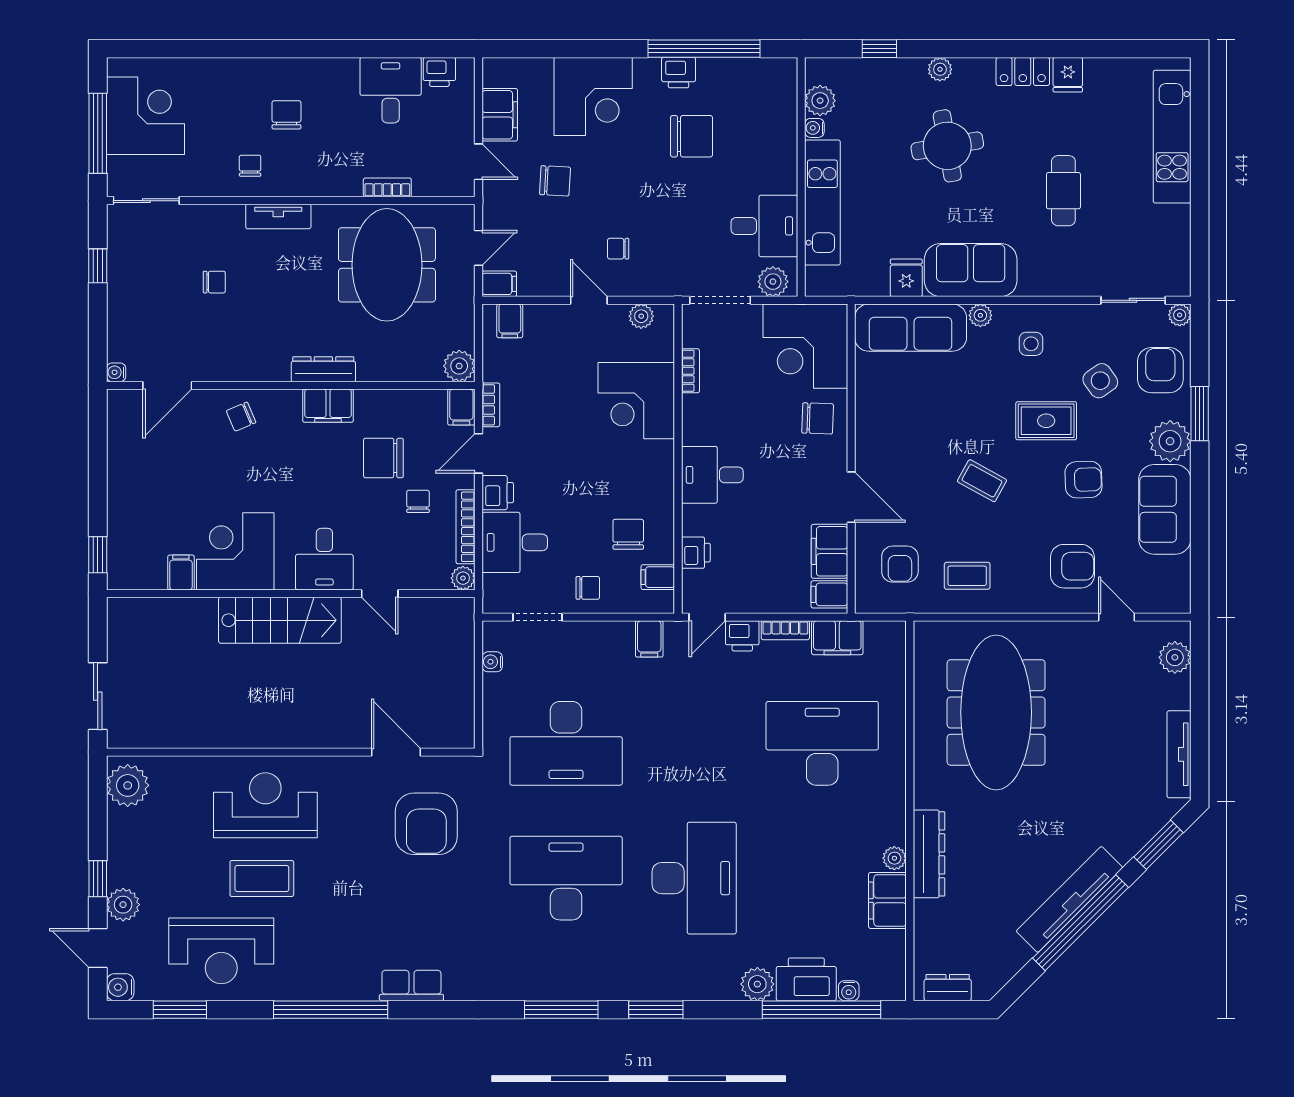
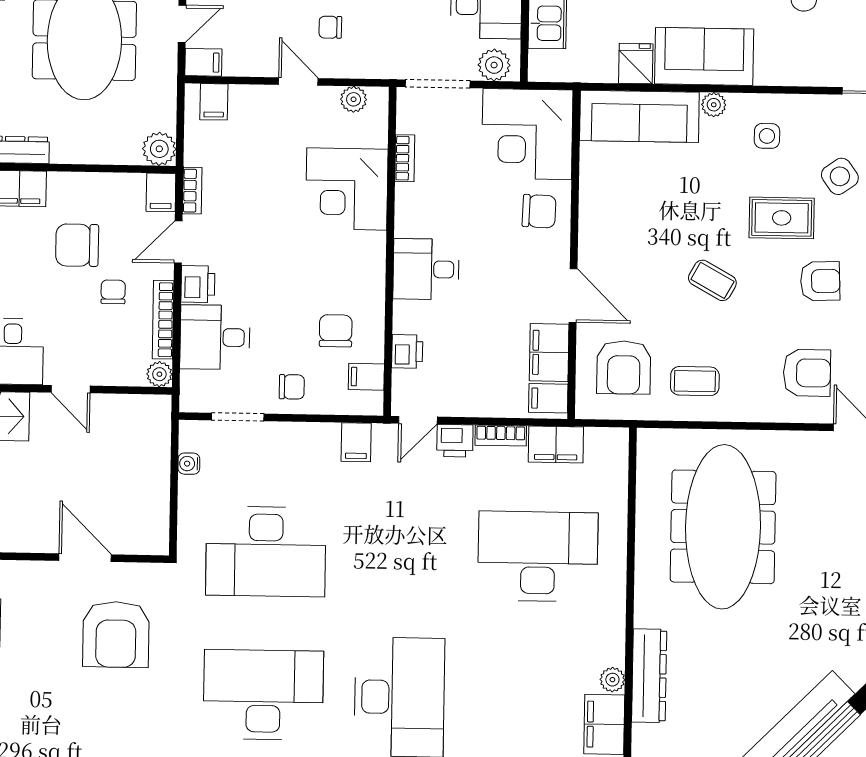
armchair: (900, 564) -> (624, 367), width x1.38, depth x1.38

